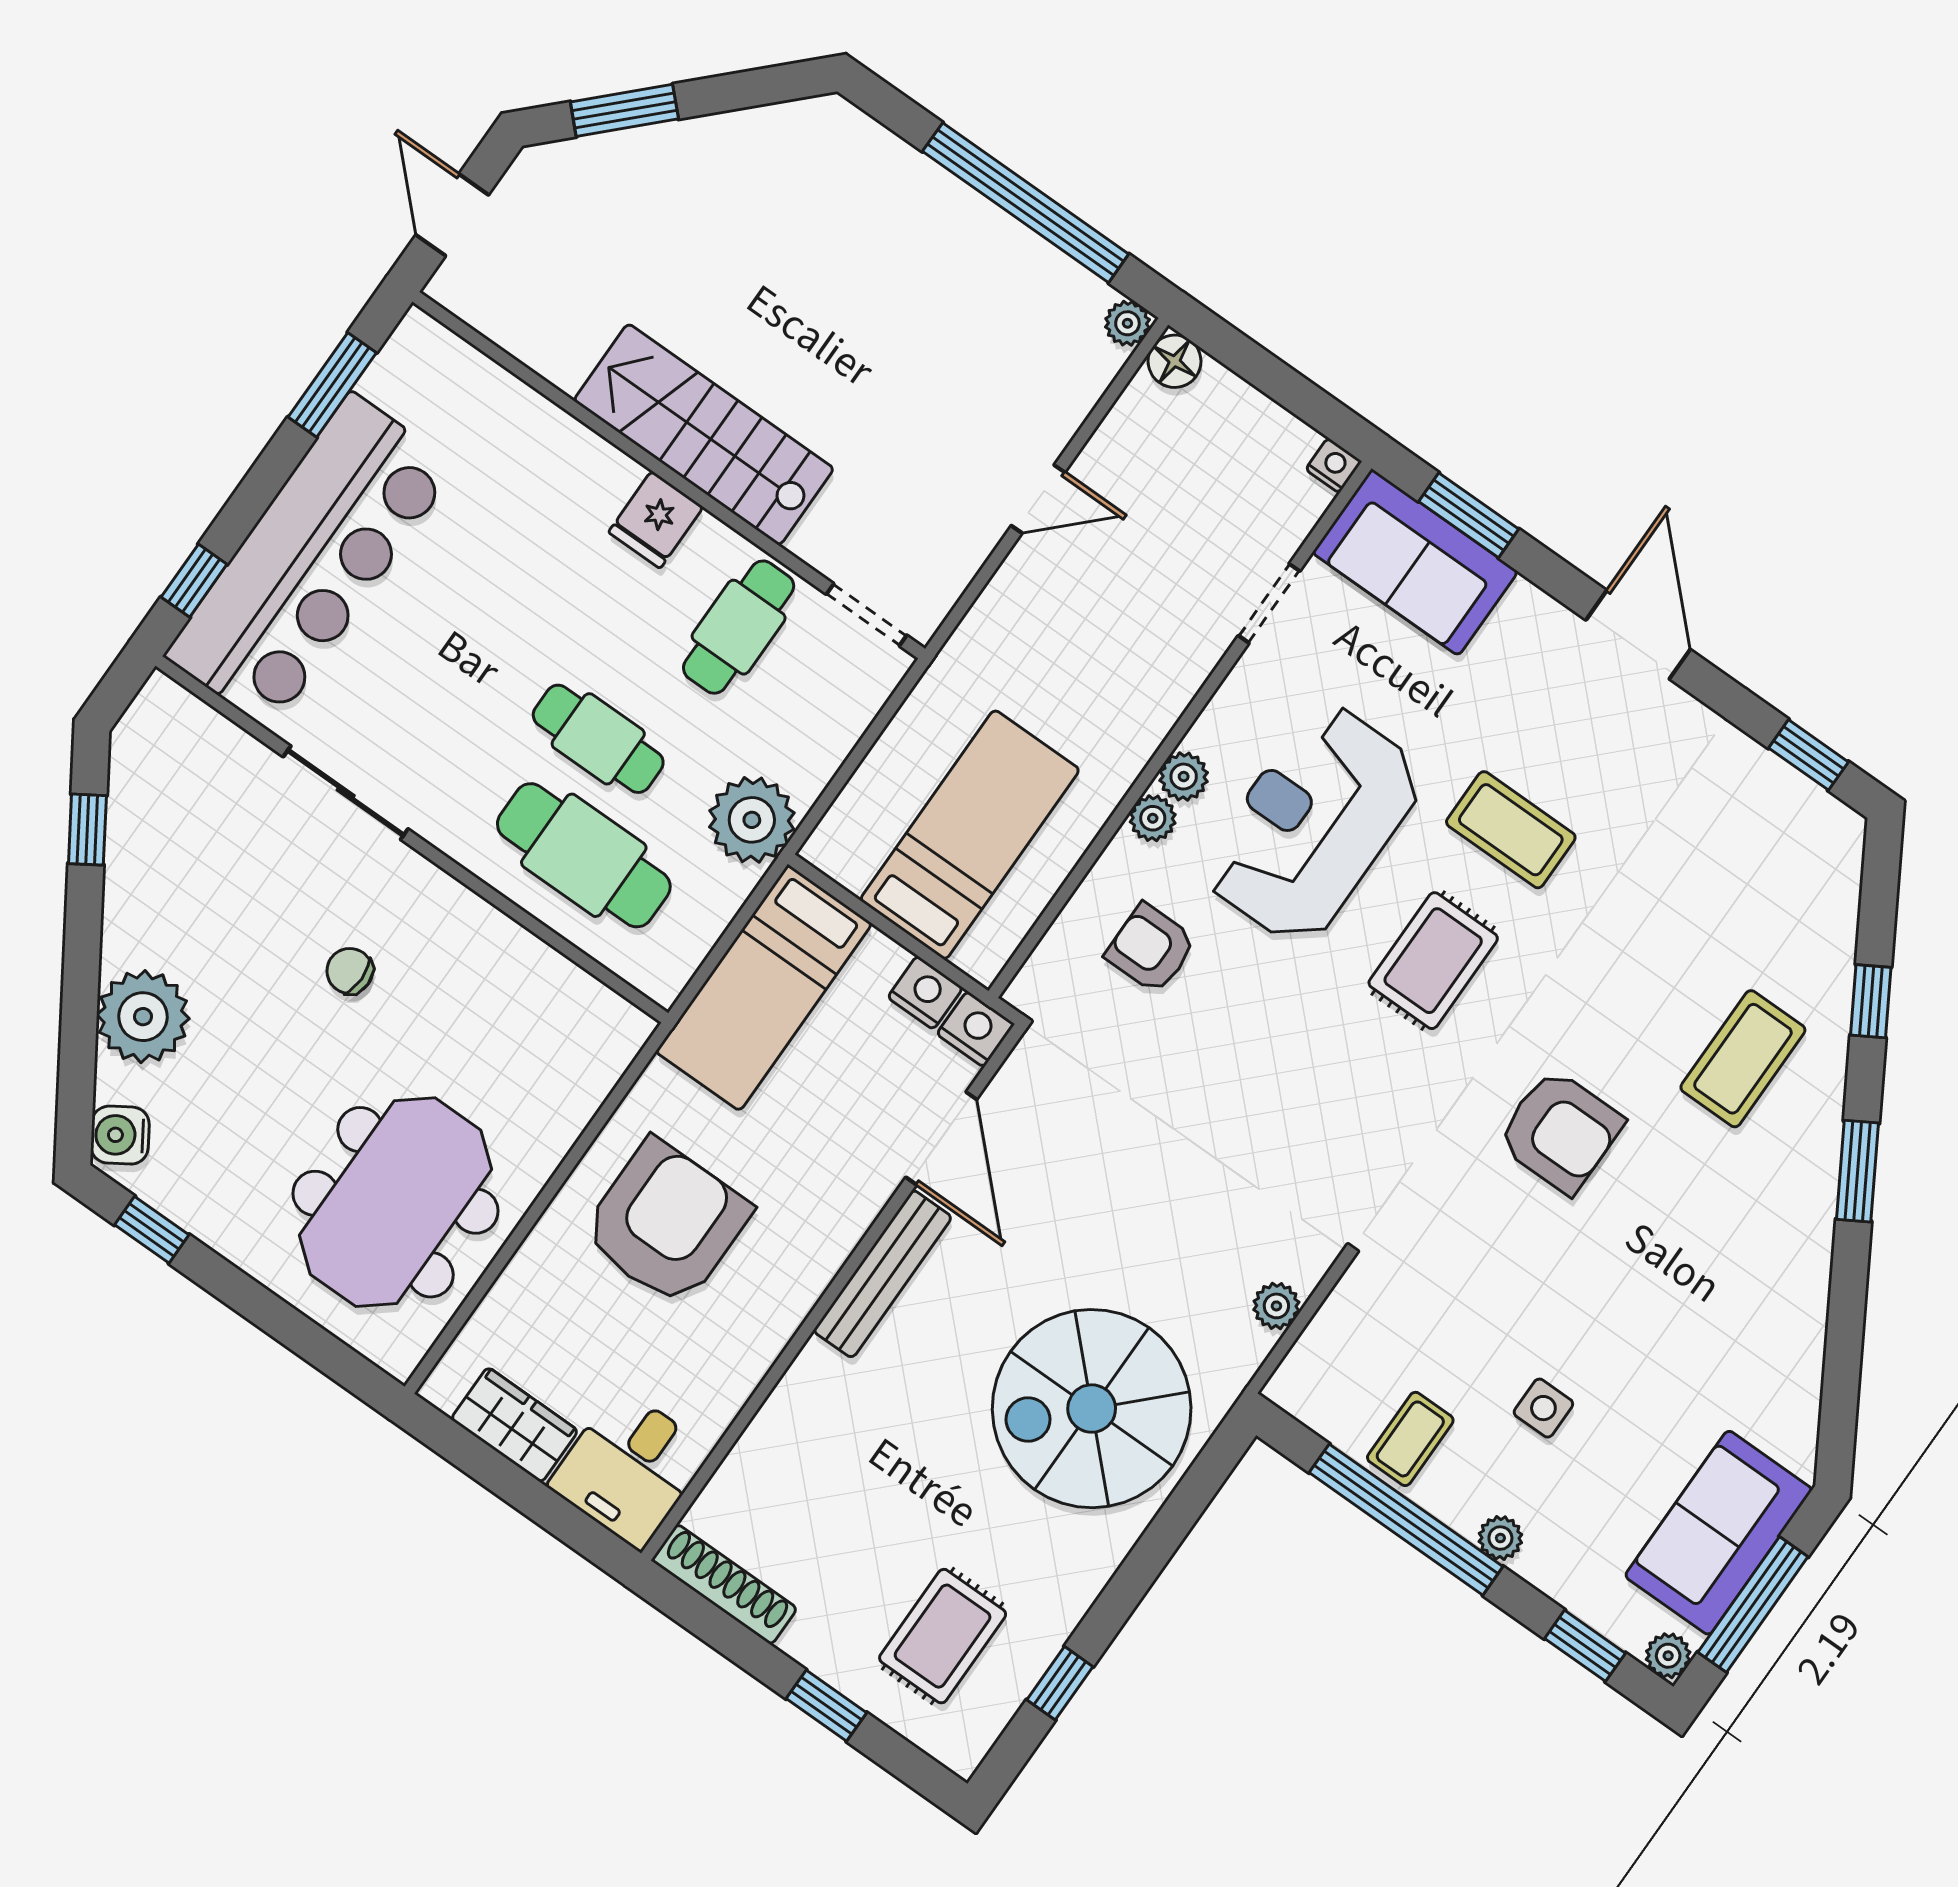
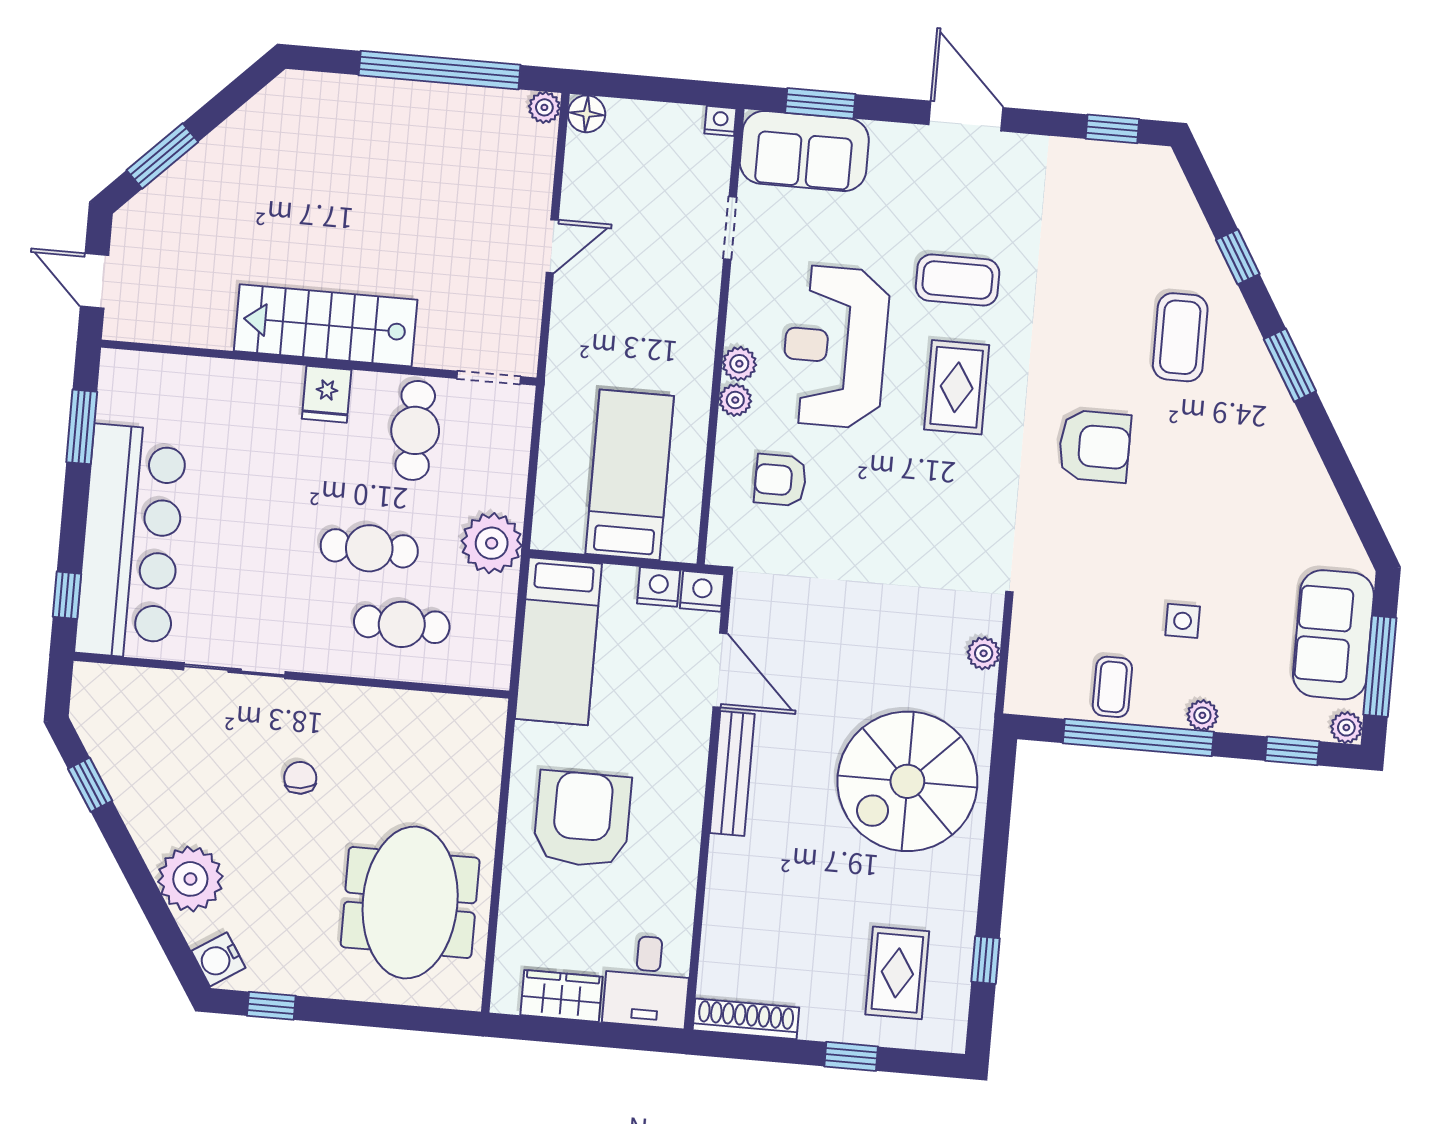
cafe table: (584, 855) -> (402, 624), width x0.73, depth x0.74
chair: (350, 971) -> (300, 778), turned 82

